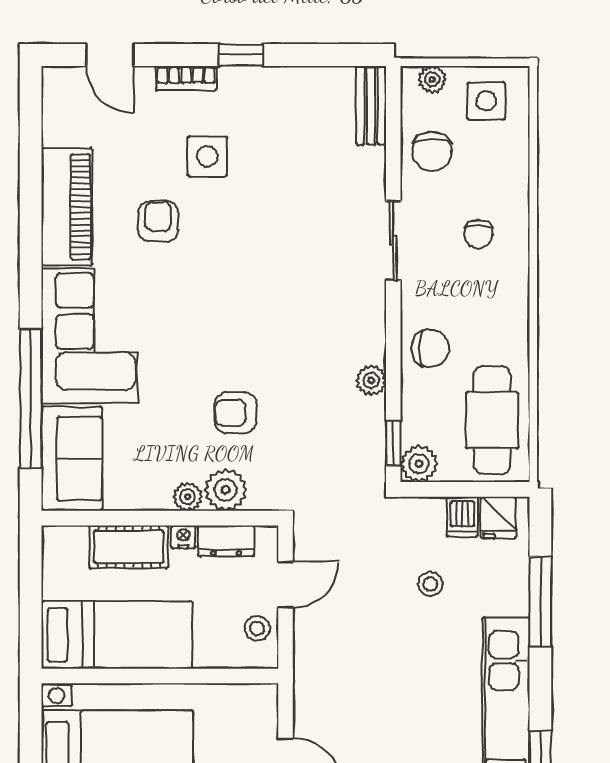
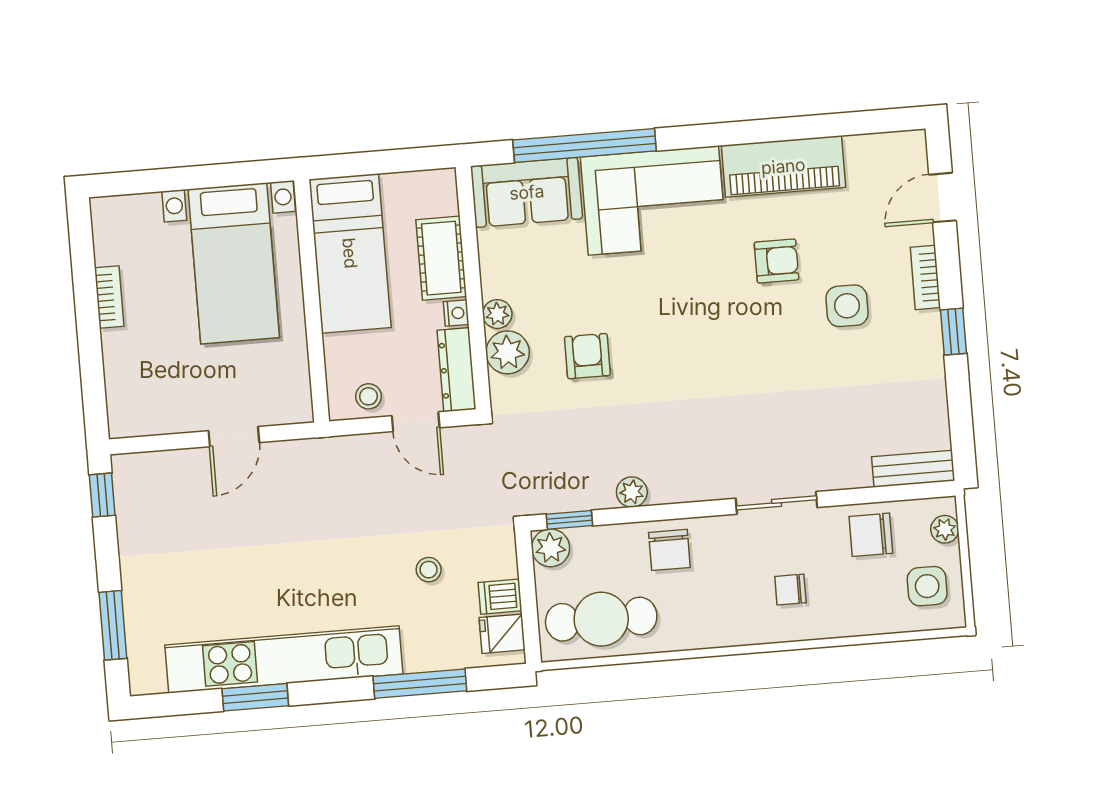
dresser: (226, 541) -> (456, 370), width x1.44

